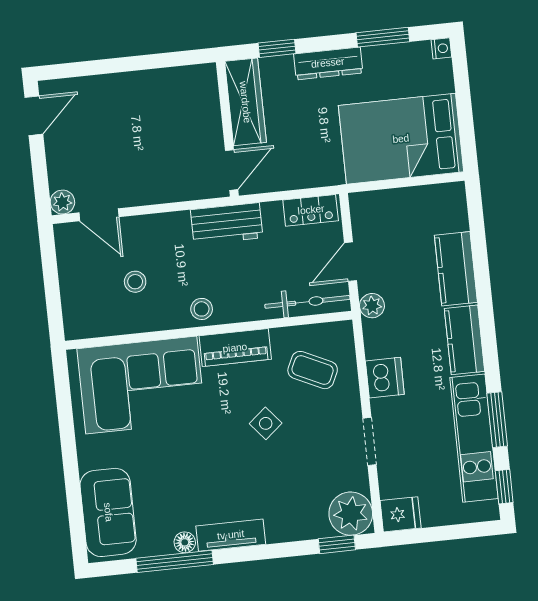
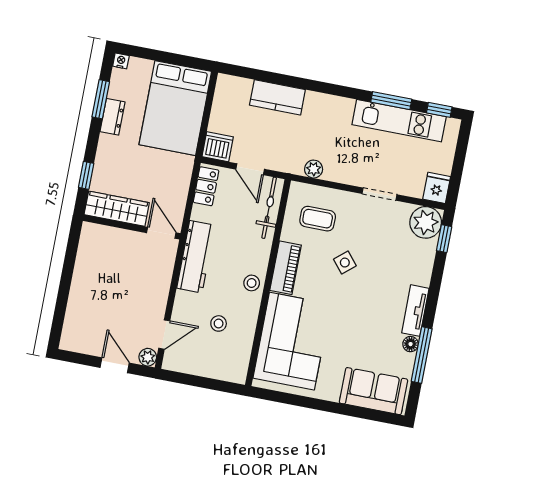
dresser: (328, 63) -> (113, 117), moved, width x0.70
door: (34, 116) -> (115, 365), moved
workbench: (227, 224) -> (196, 257), width x1.38
plant: (372, 306) -> (314, 169), moved
kitchen counter: (465, 340) -> (329, 106), removed
coffee table: (313, 370) -> (318, 219), turned 65
dishwasher: (385, 378) -> (218, 147), moved

